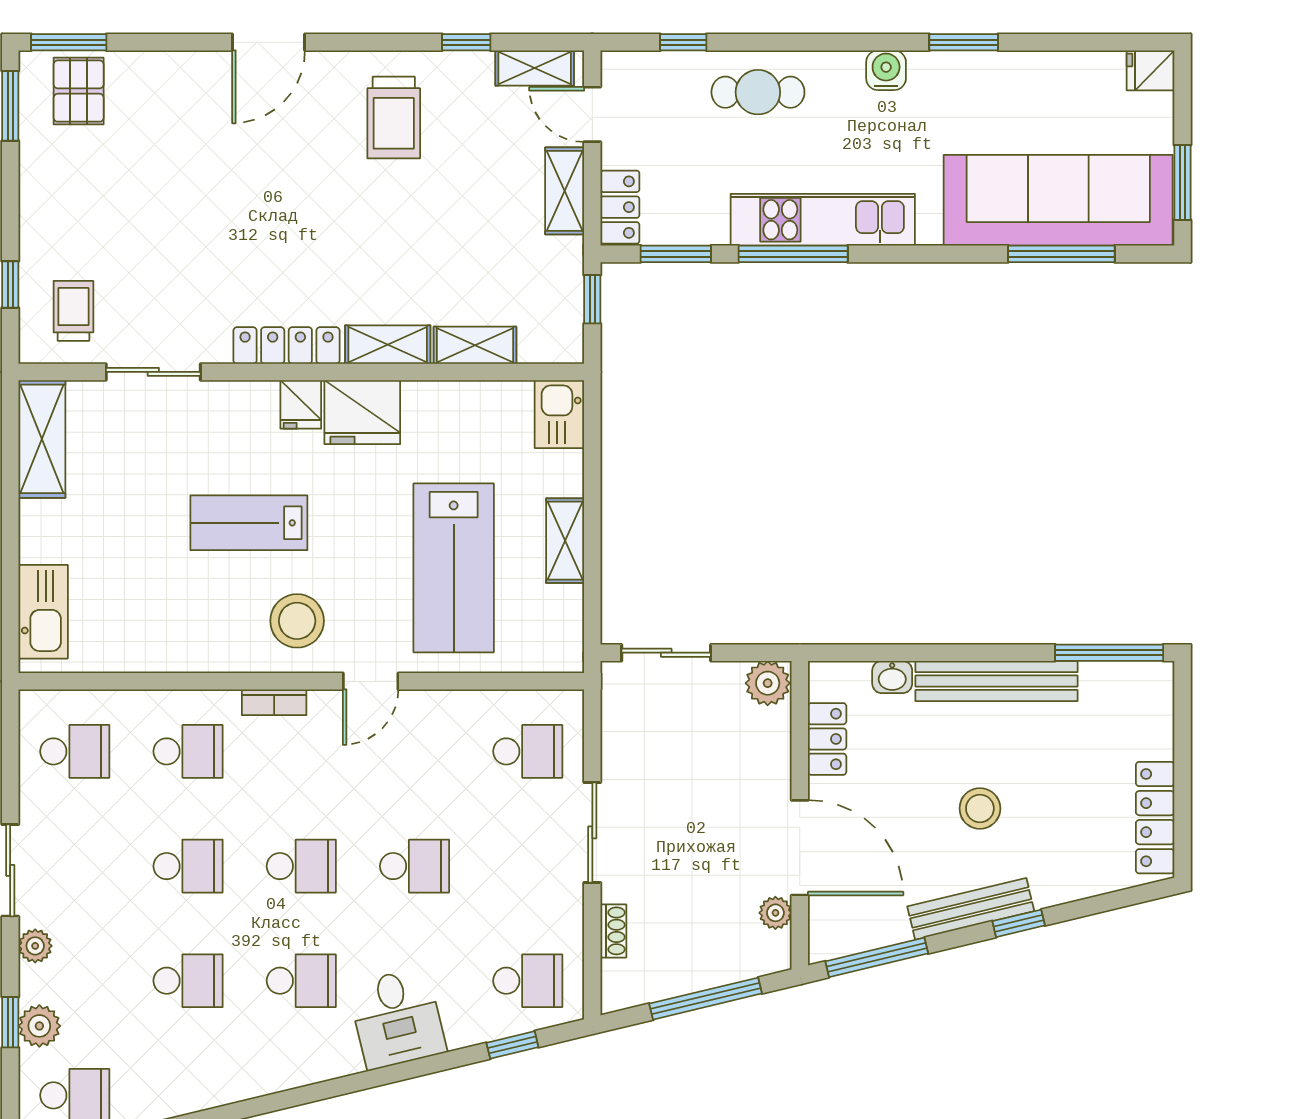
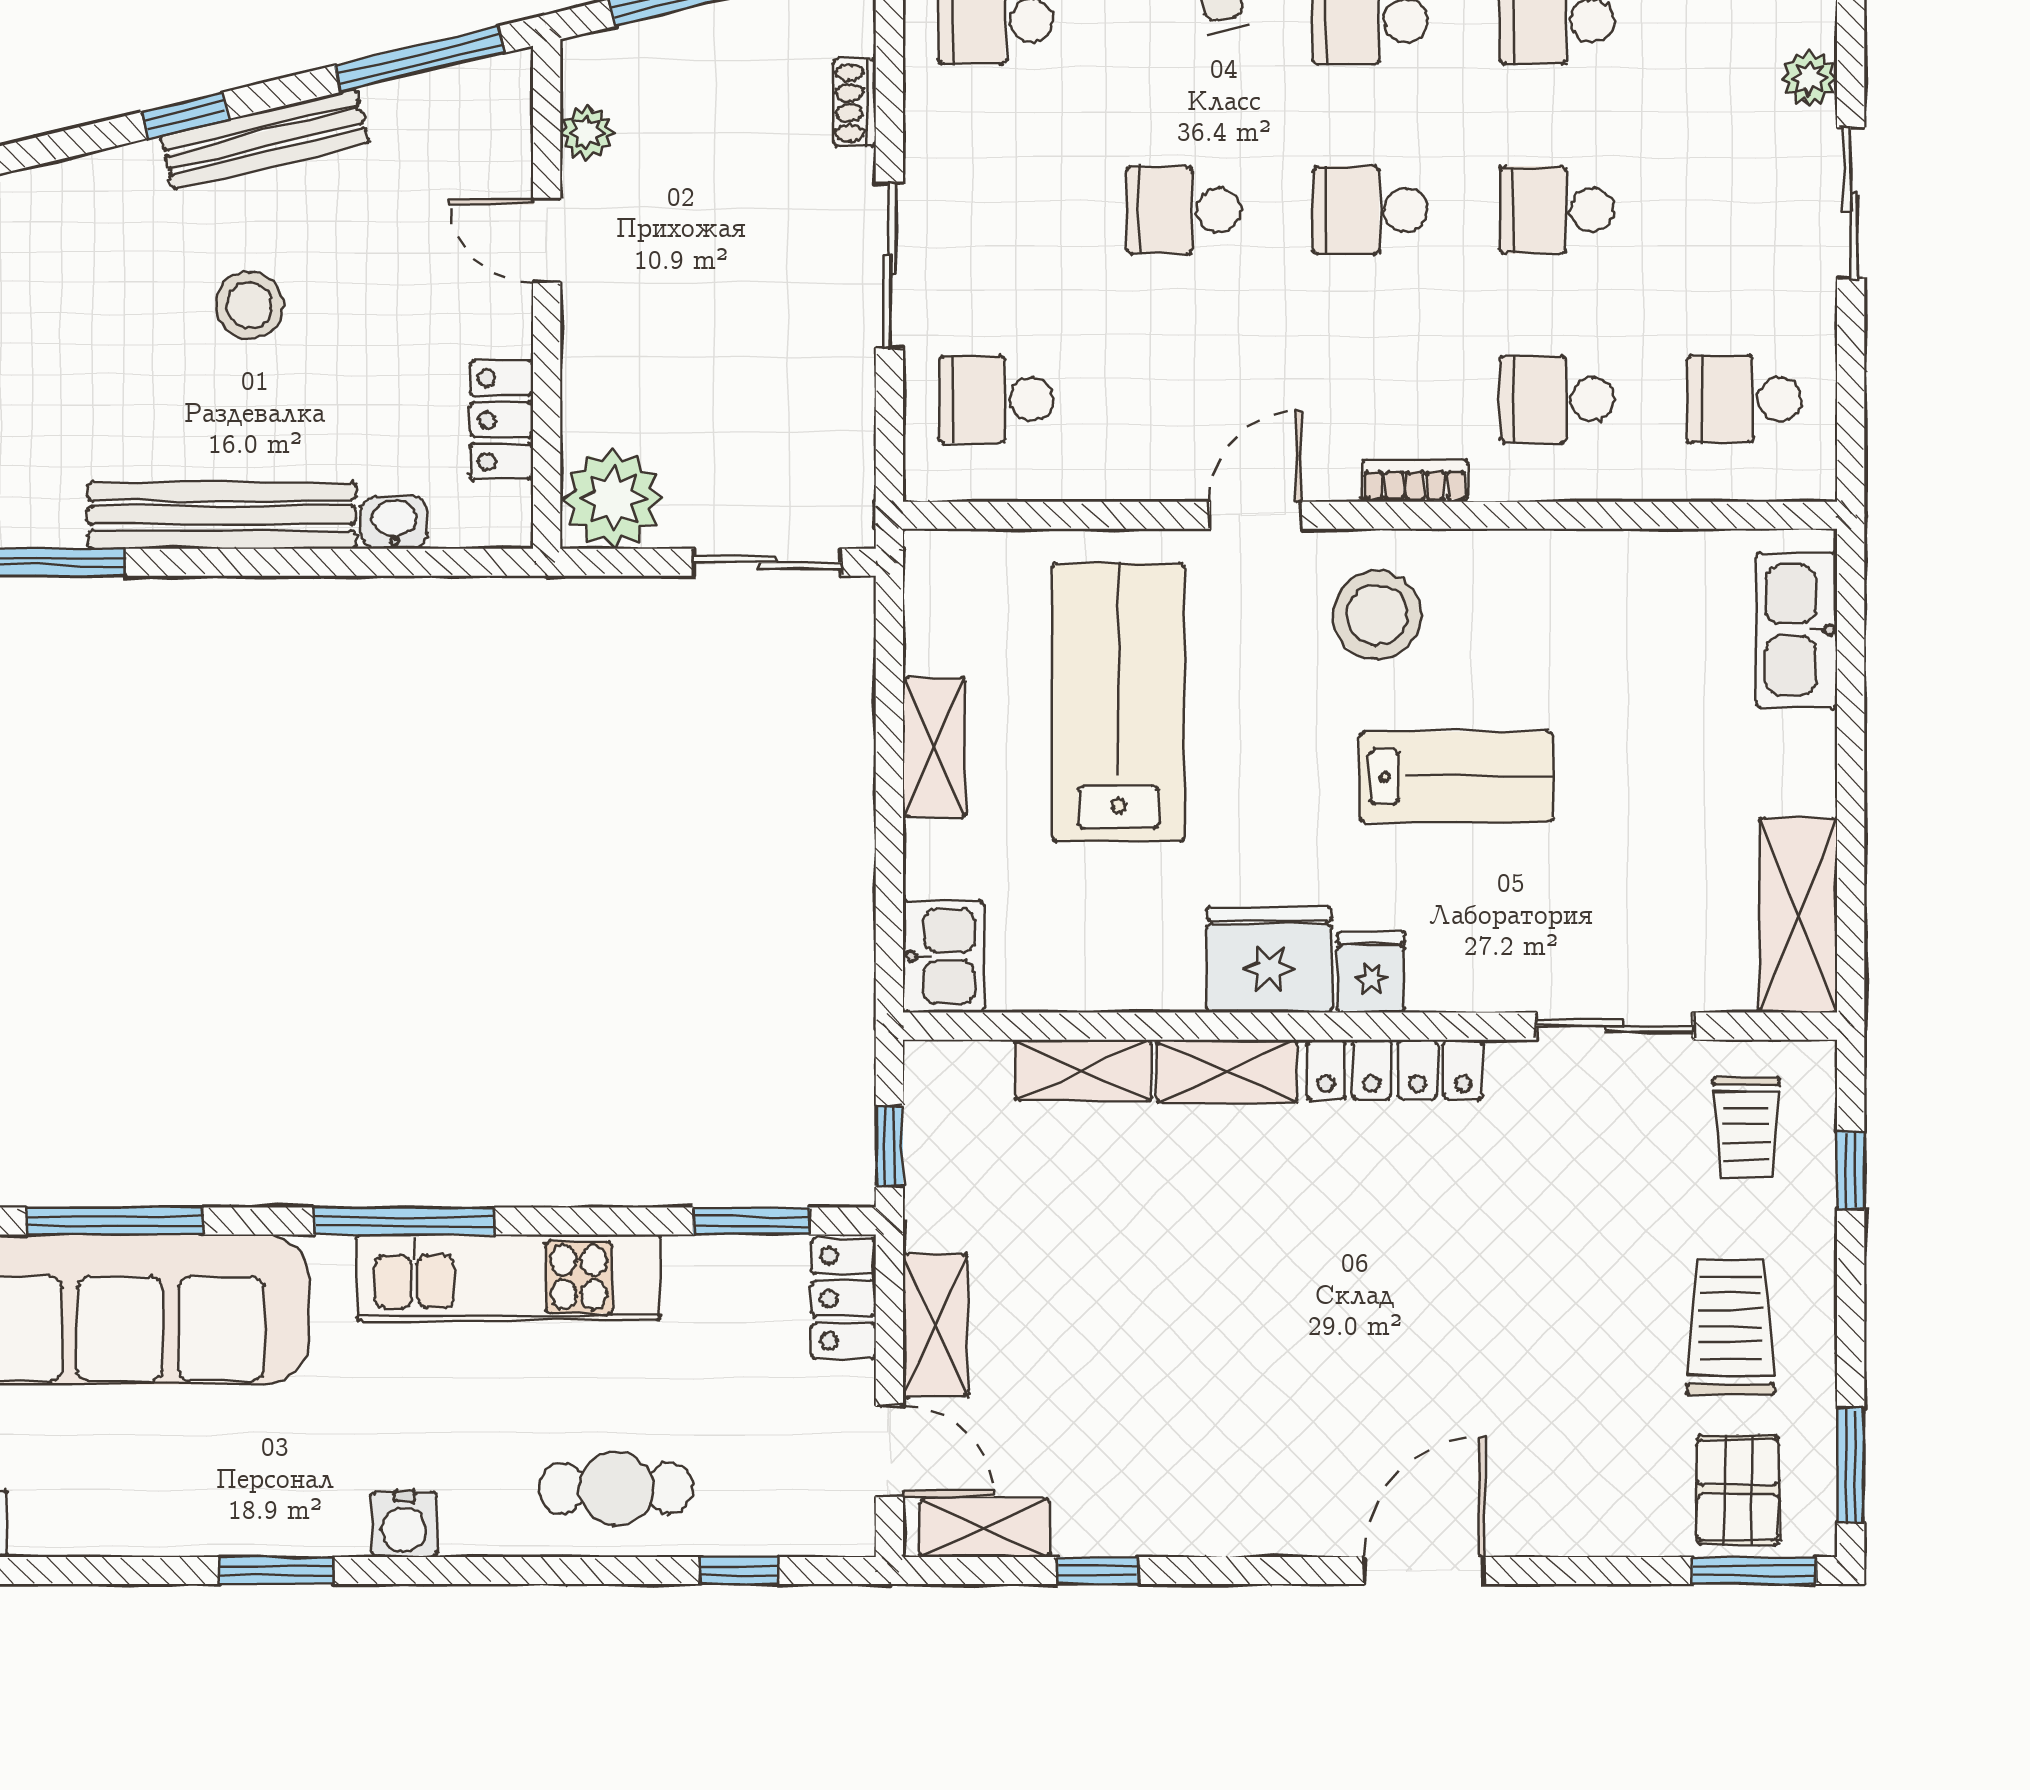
trolley: (394, 118) -> (1731, 1327), moved
window: (793, 254) -> (404, 1221), moved
plant: (768, 683) -> (613, 499), width x1.36, depth x1.36
door: (800, 848) -> (547, 240), width x0.53

